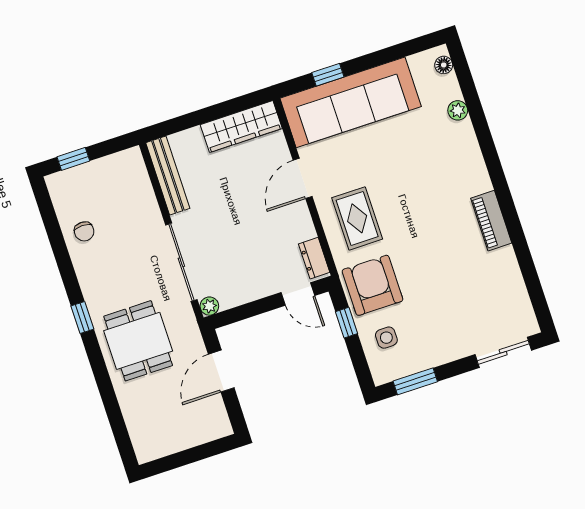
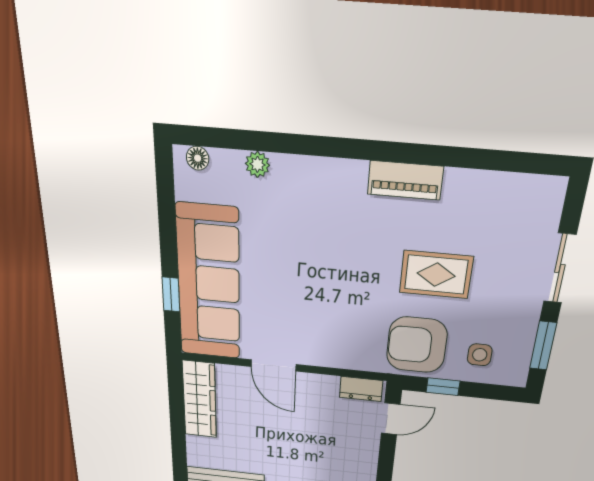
rug: (357, 218) -> (436, 275), moved
sliding door: (503, 352) -> (560, 268), moved

